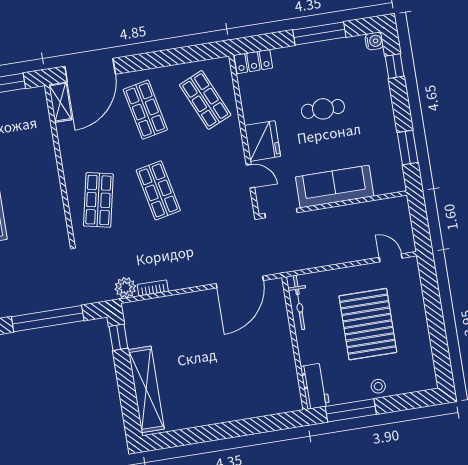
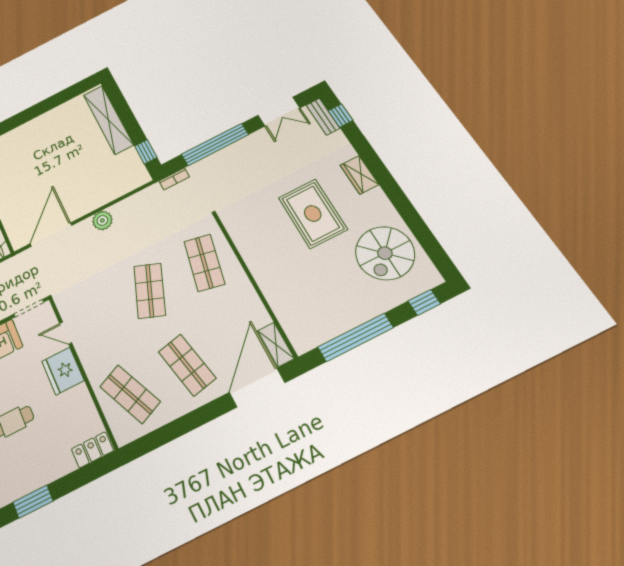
window: (319, 33) -> (33, 502), width x0.69
shop shelf: (158, 190) -> (150, 291), turned 33
plant: (125, 288) -> (102, 220), moved
bookcase: (153, 288) -> (174, 179), moved

